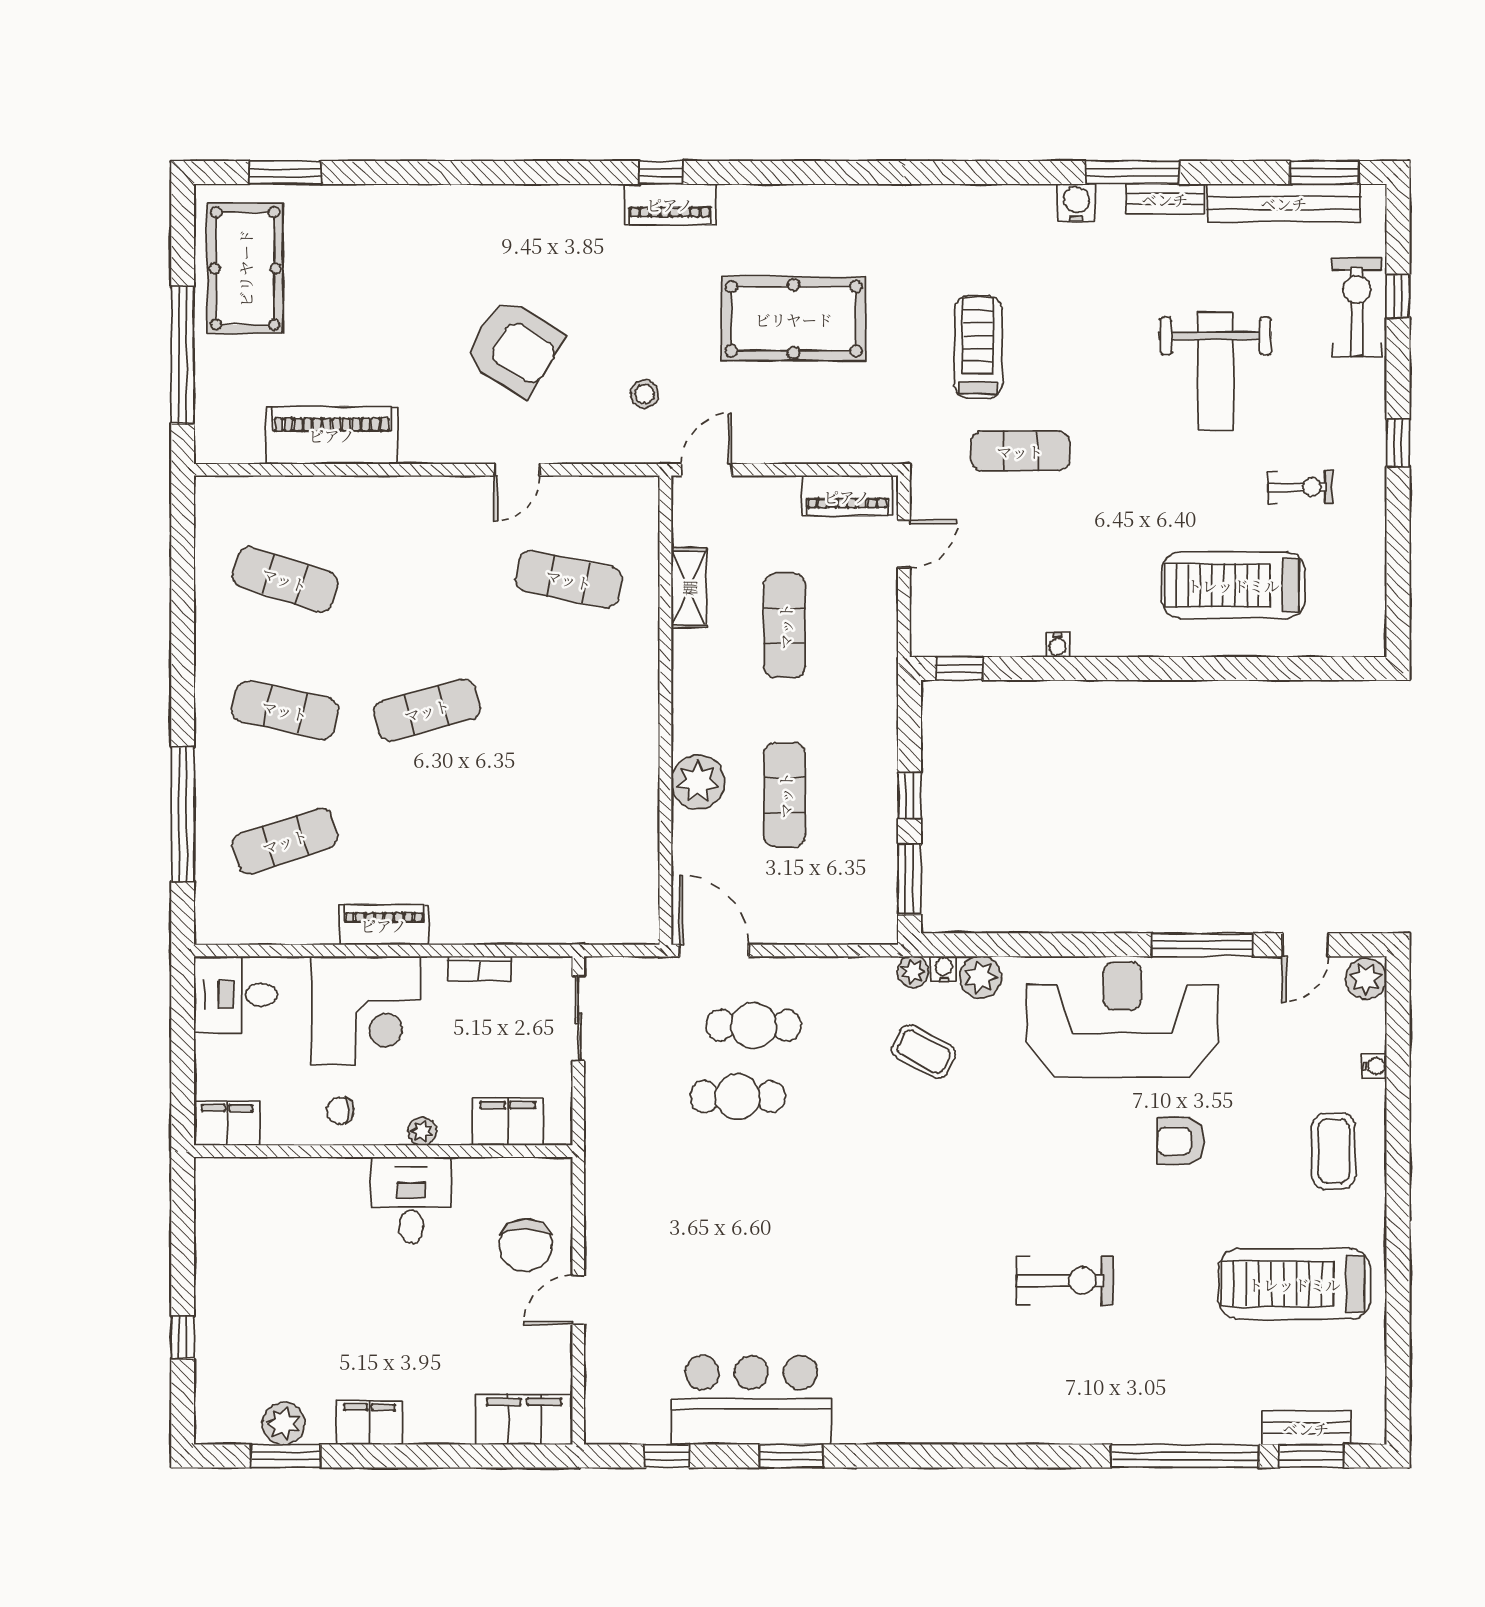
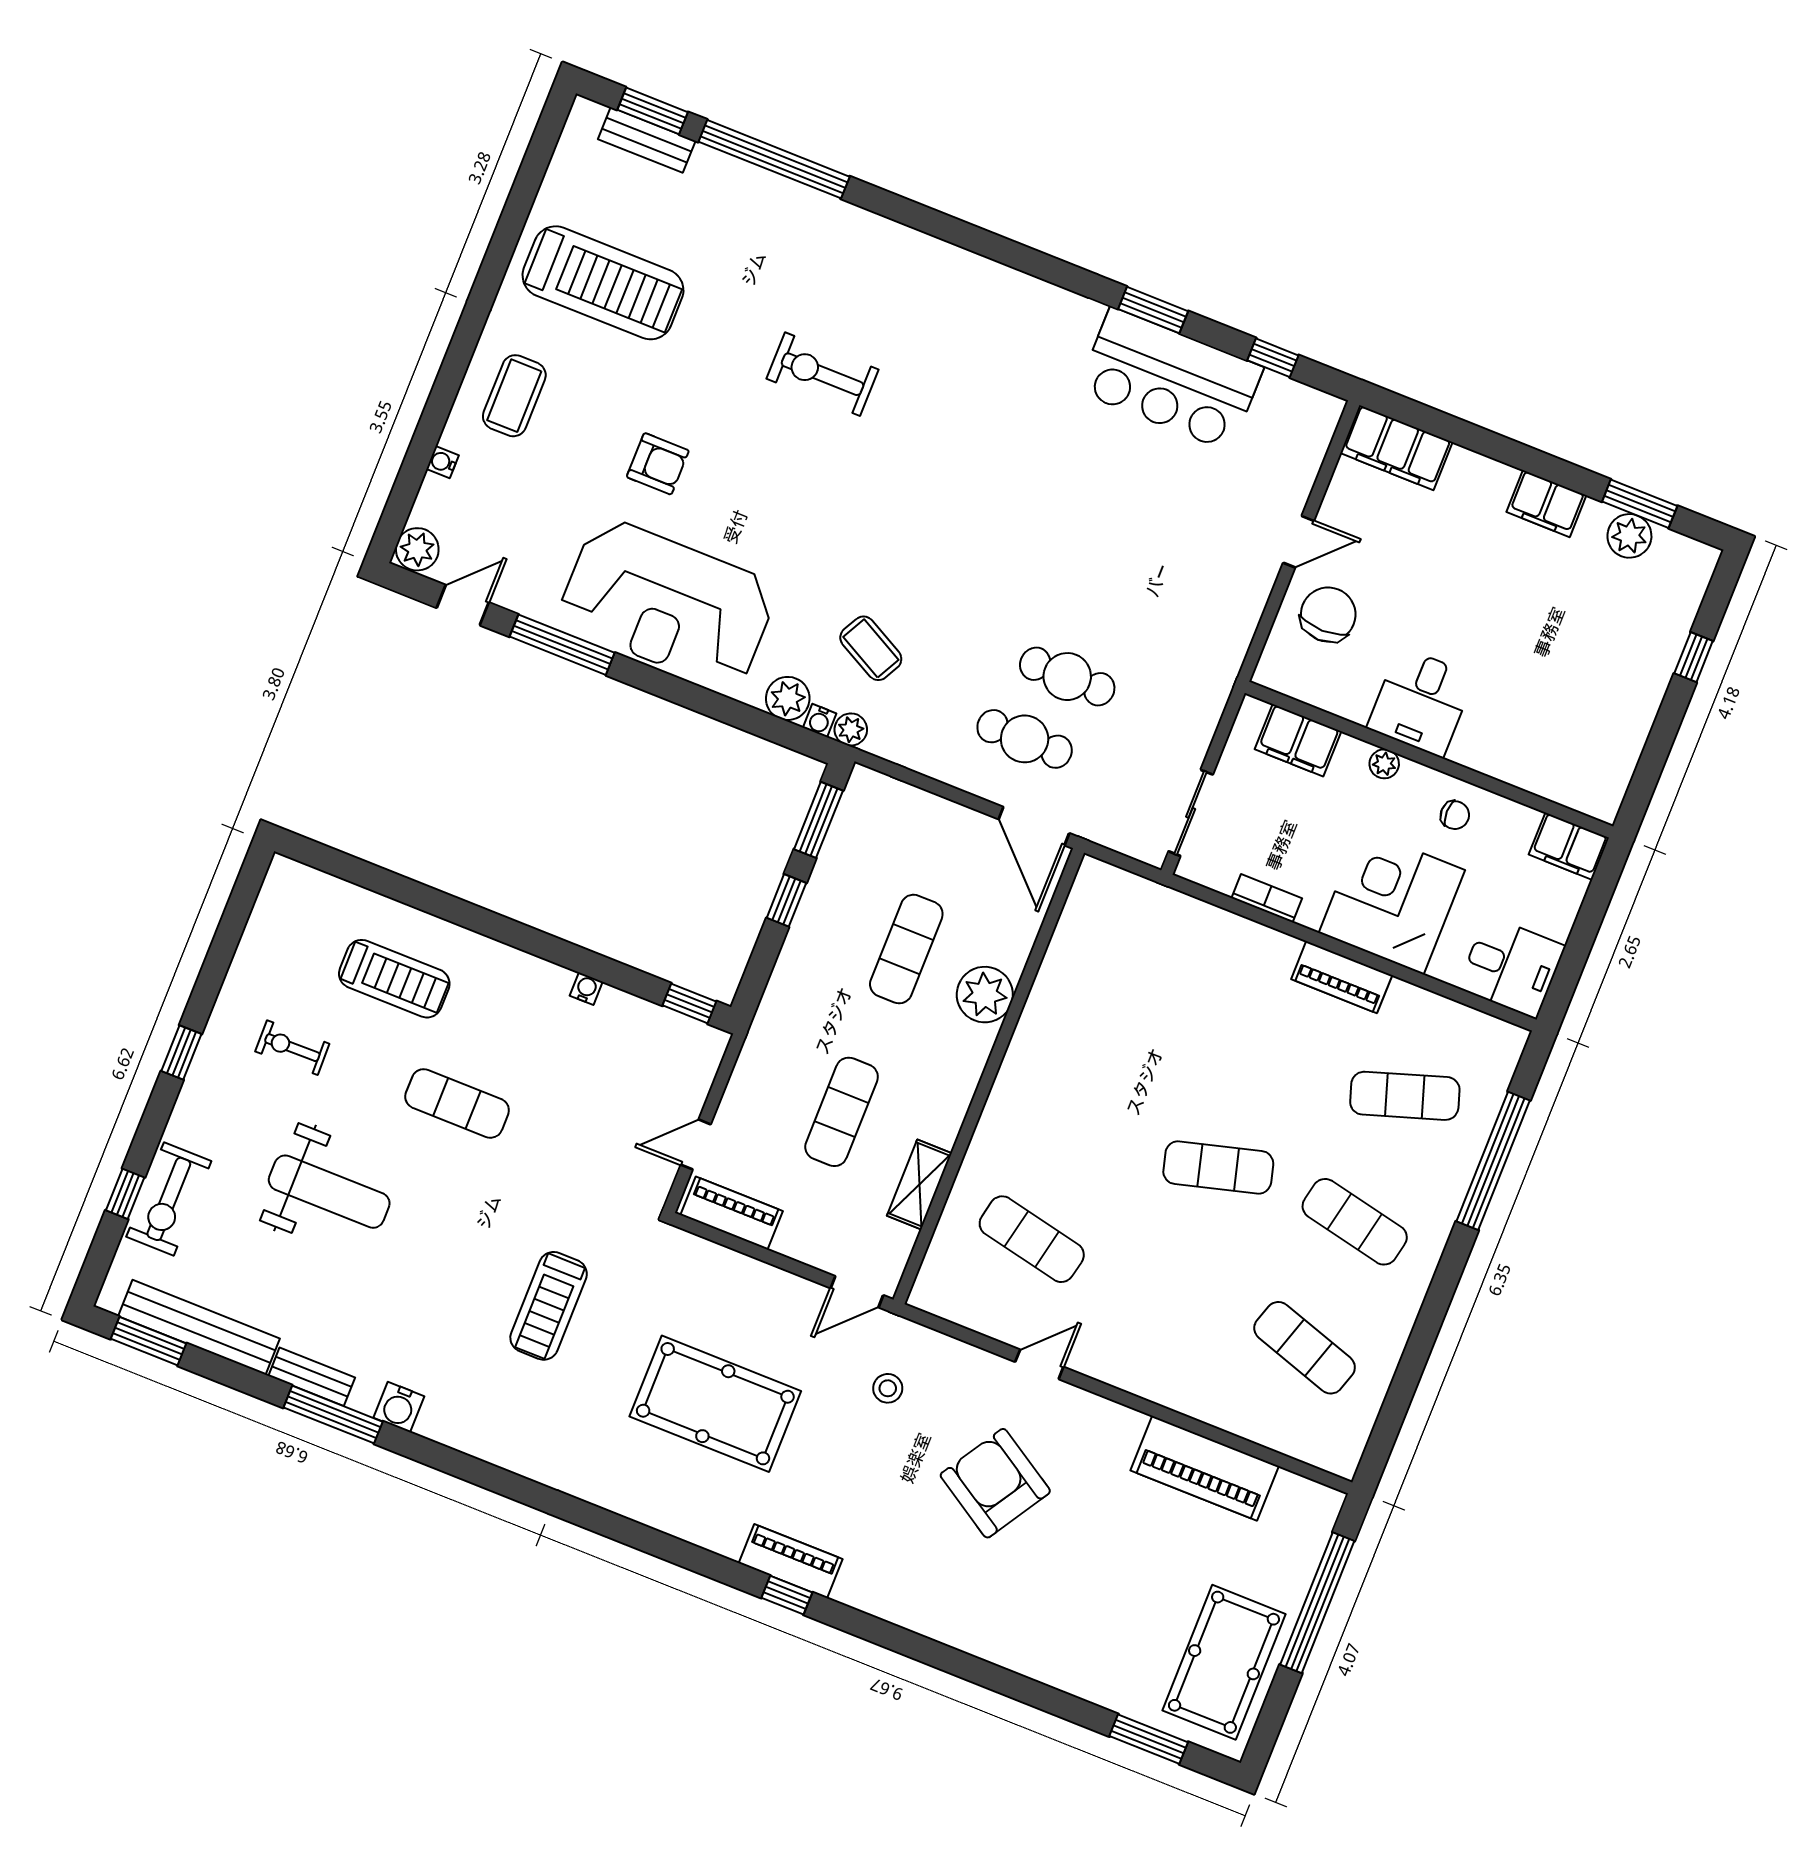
weight bench: (1216, 371) -> (329, 1192), turned 90
exercise mat: (1020, 451) -> (457, 1103), moved
treadmill: (1233, 585) -> (394, 979), width x0.73, depth x0.73

